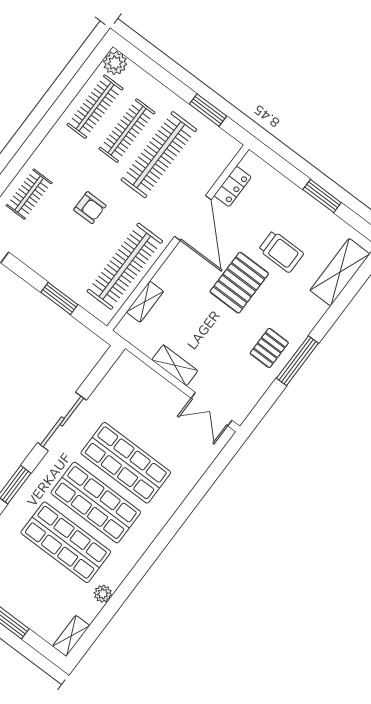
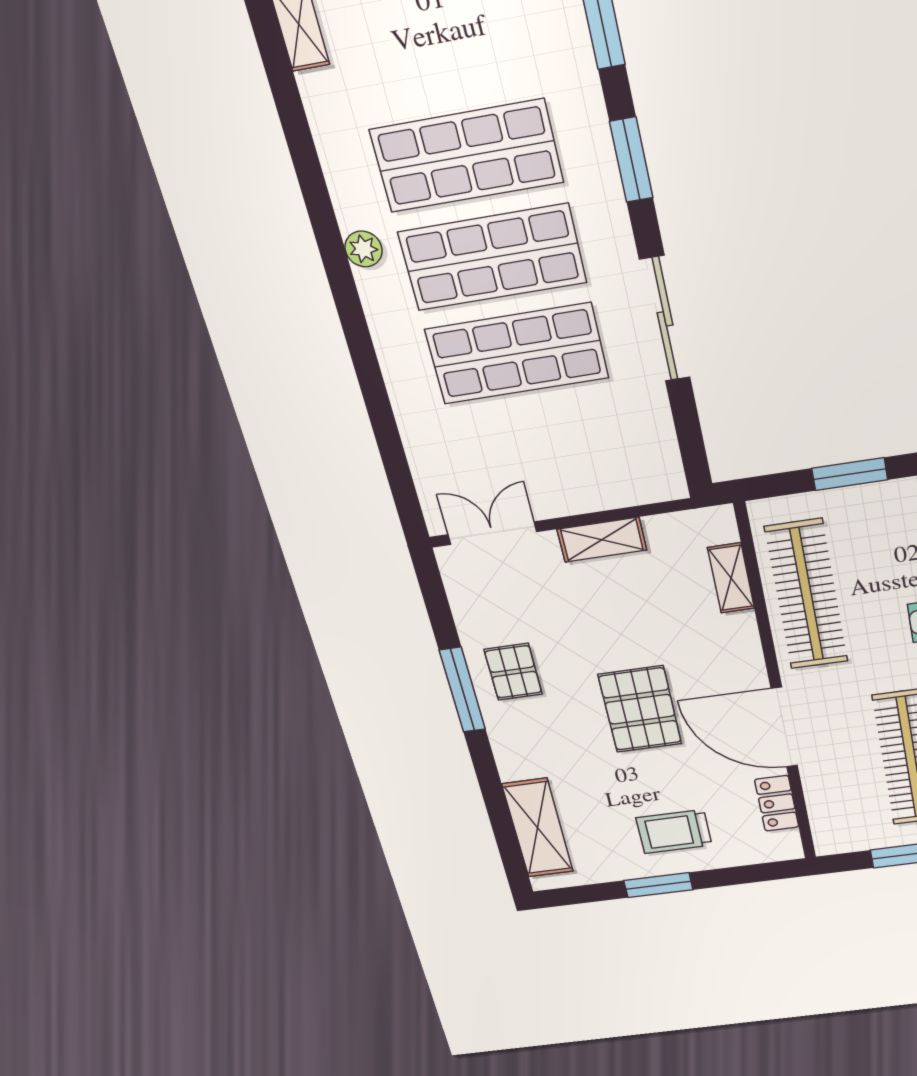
trolley: (281, 252) -> (674, 832), moved
plant: (103, 594) -> (364, 249), moved

